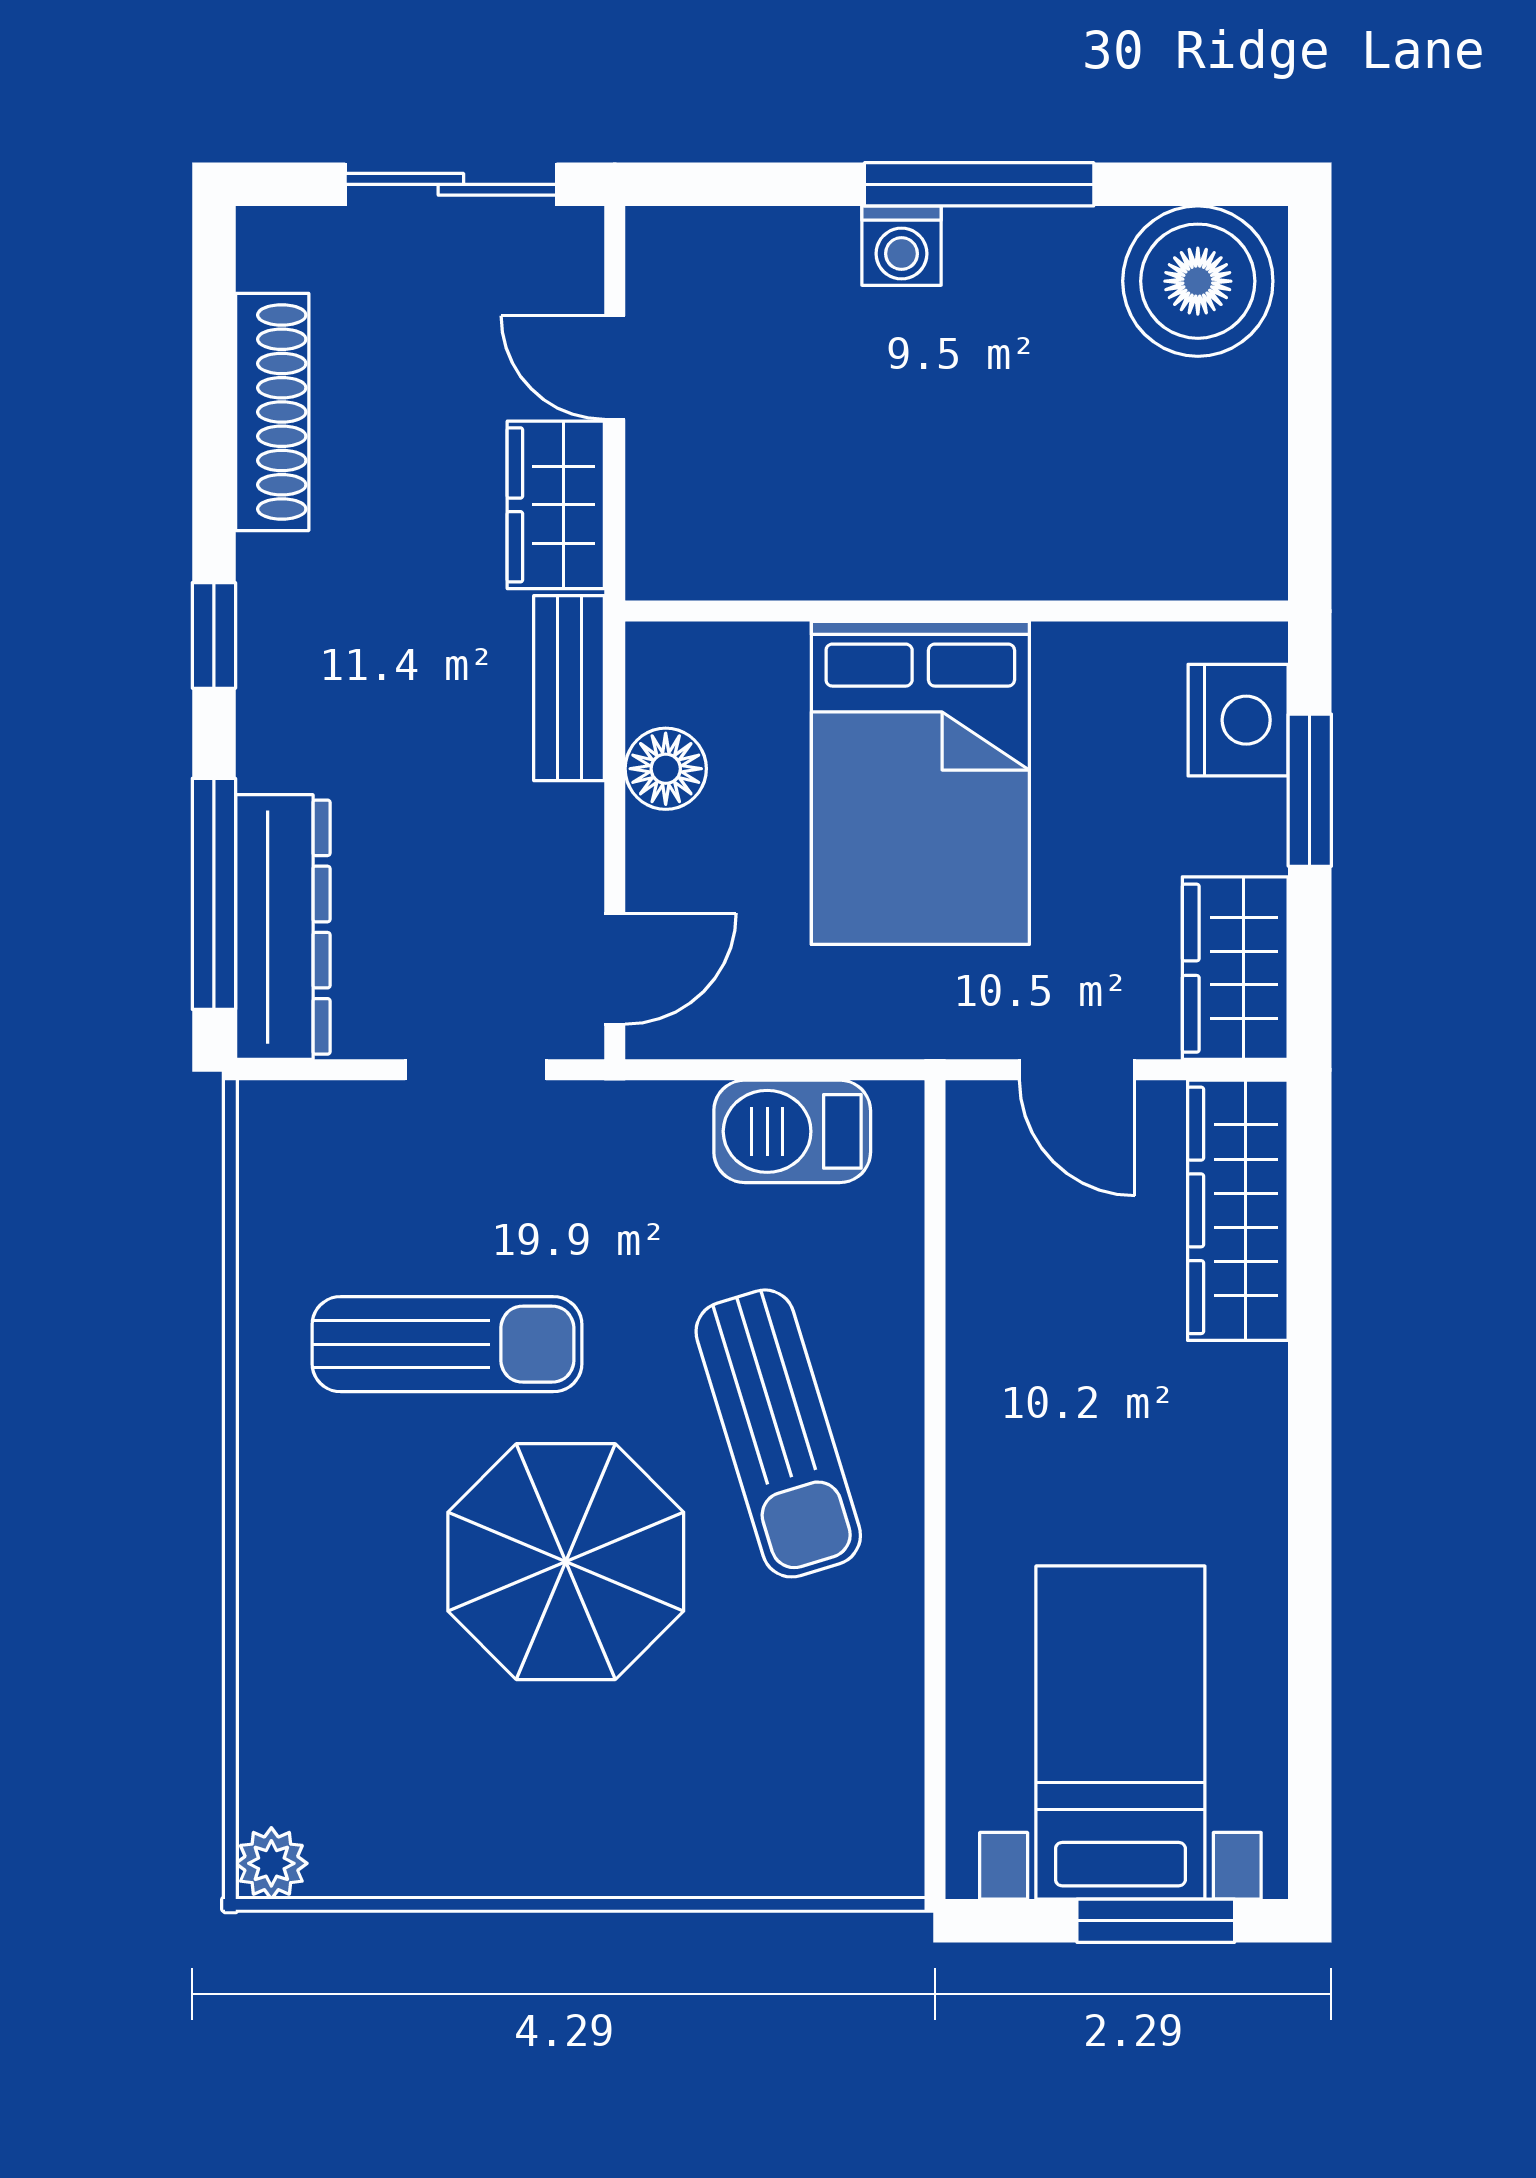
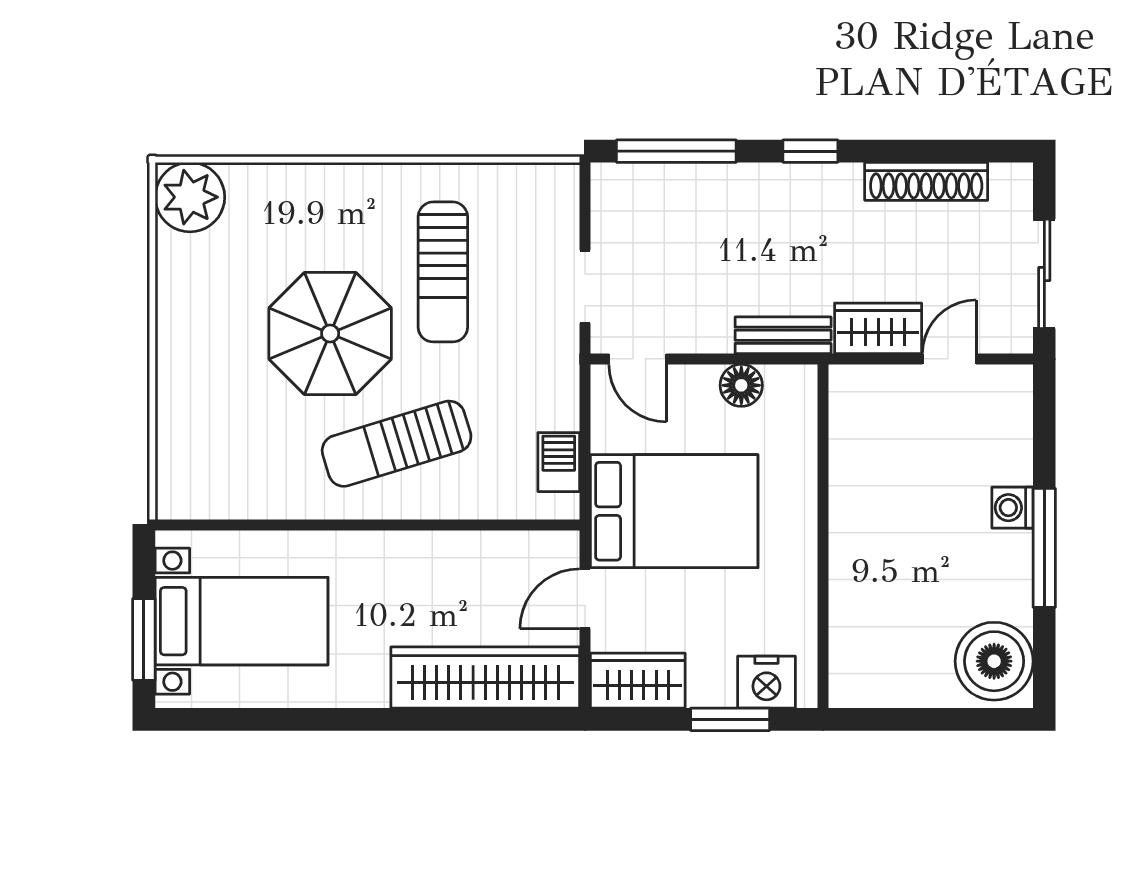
bed: (920, 783) -> (674, 511), moved, turned 180
dresser: (283, 927) -> (659, 187), removed
barbecue: (792, 1131) -> (559, 462), width x0.73, depth x0.79
wardrobe: (1238, 1210) -> (485, 678), width x1.40, depth x1.17
plant: (271, 1863) -> (190, 197), width x1.88, depth x1.88

